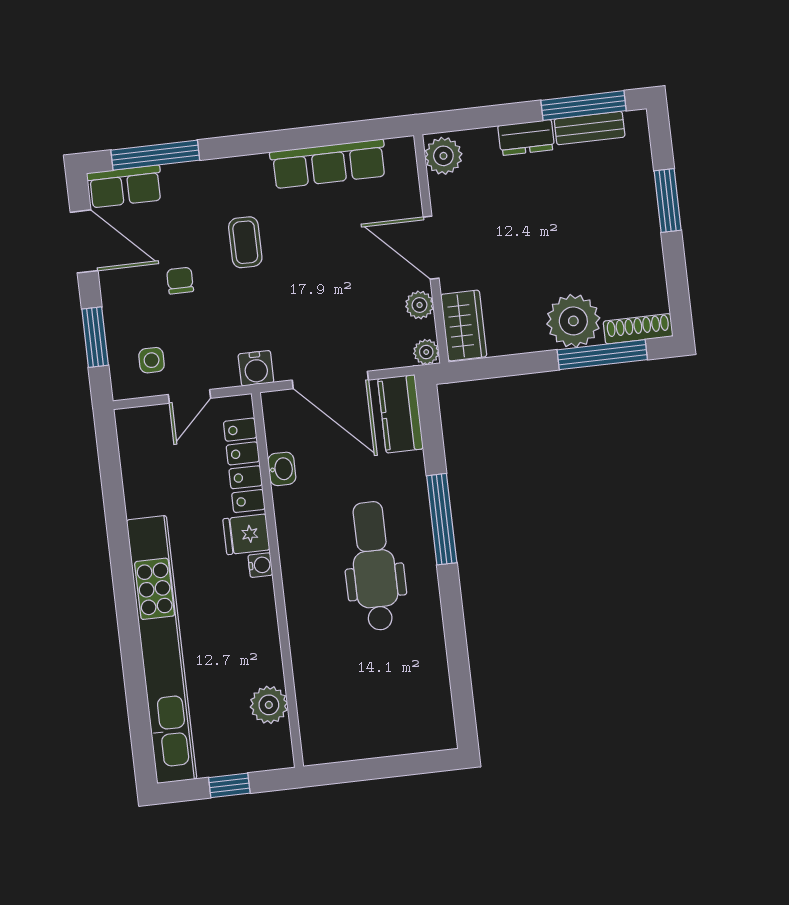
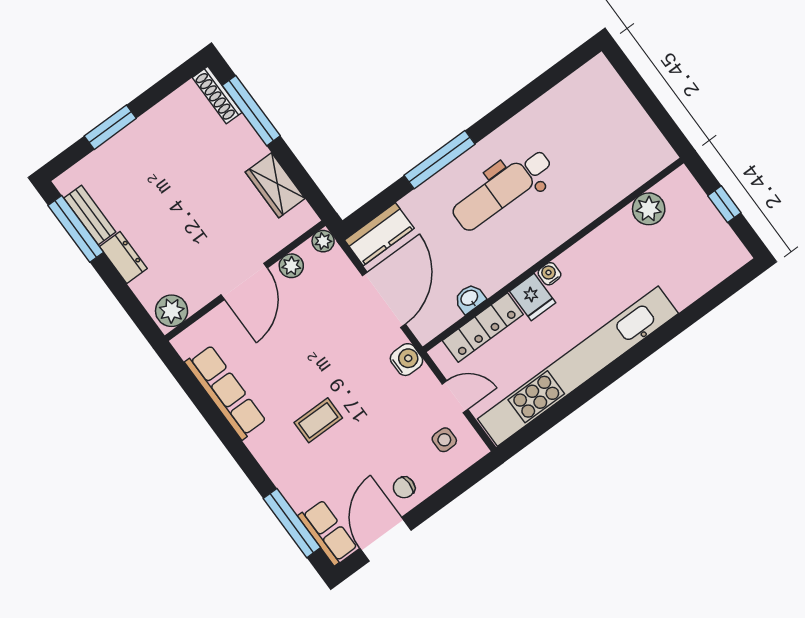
chair: (180, 281) -> (404, 487), moved
plant: (573, 321) -> (238, 146), removed
wardrobe: (464, 325) -> (275, 185), moved, turned -90
window: (95, 337) -> (451, 491), removed
kitchen unit: (162, 649) -> (578, 366), moved

